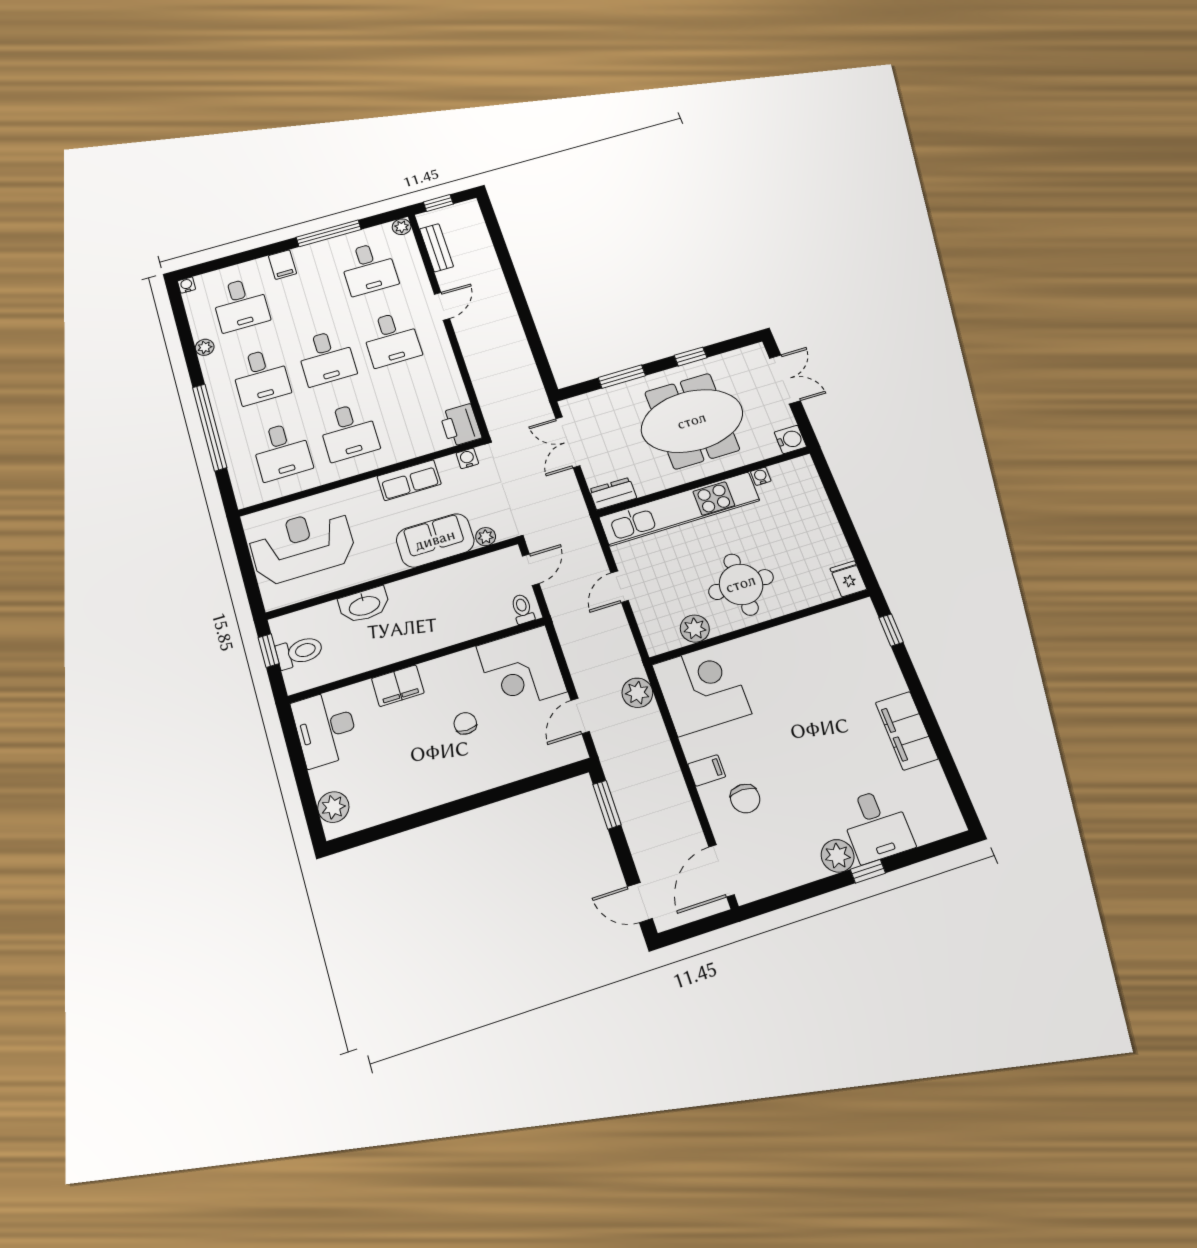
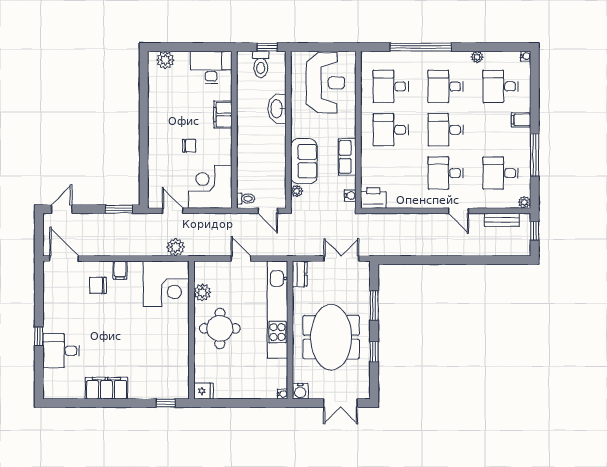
water cooler: (761, 476) -> (282, 394), moved
plant: (838, 856) -> (52, 323), removed

